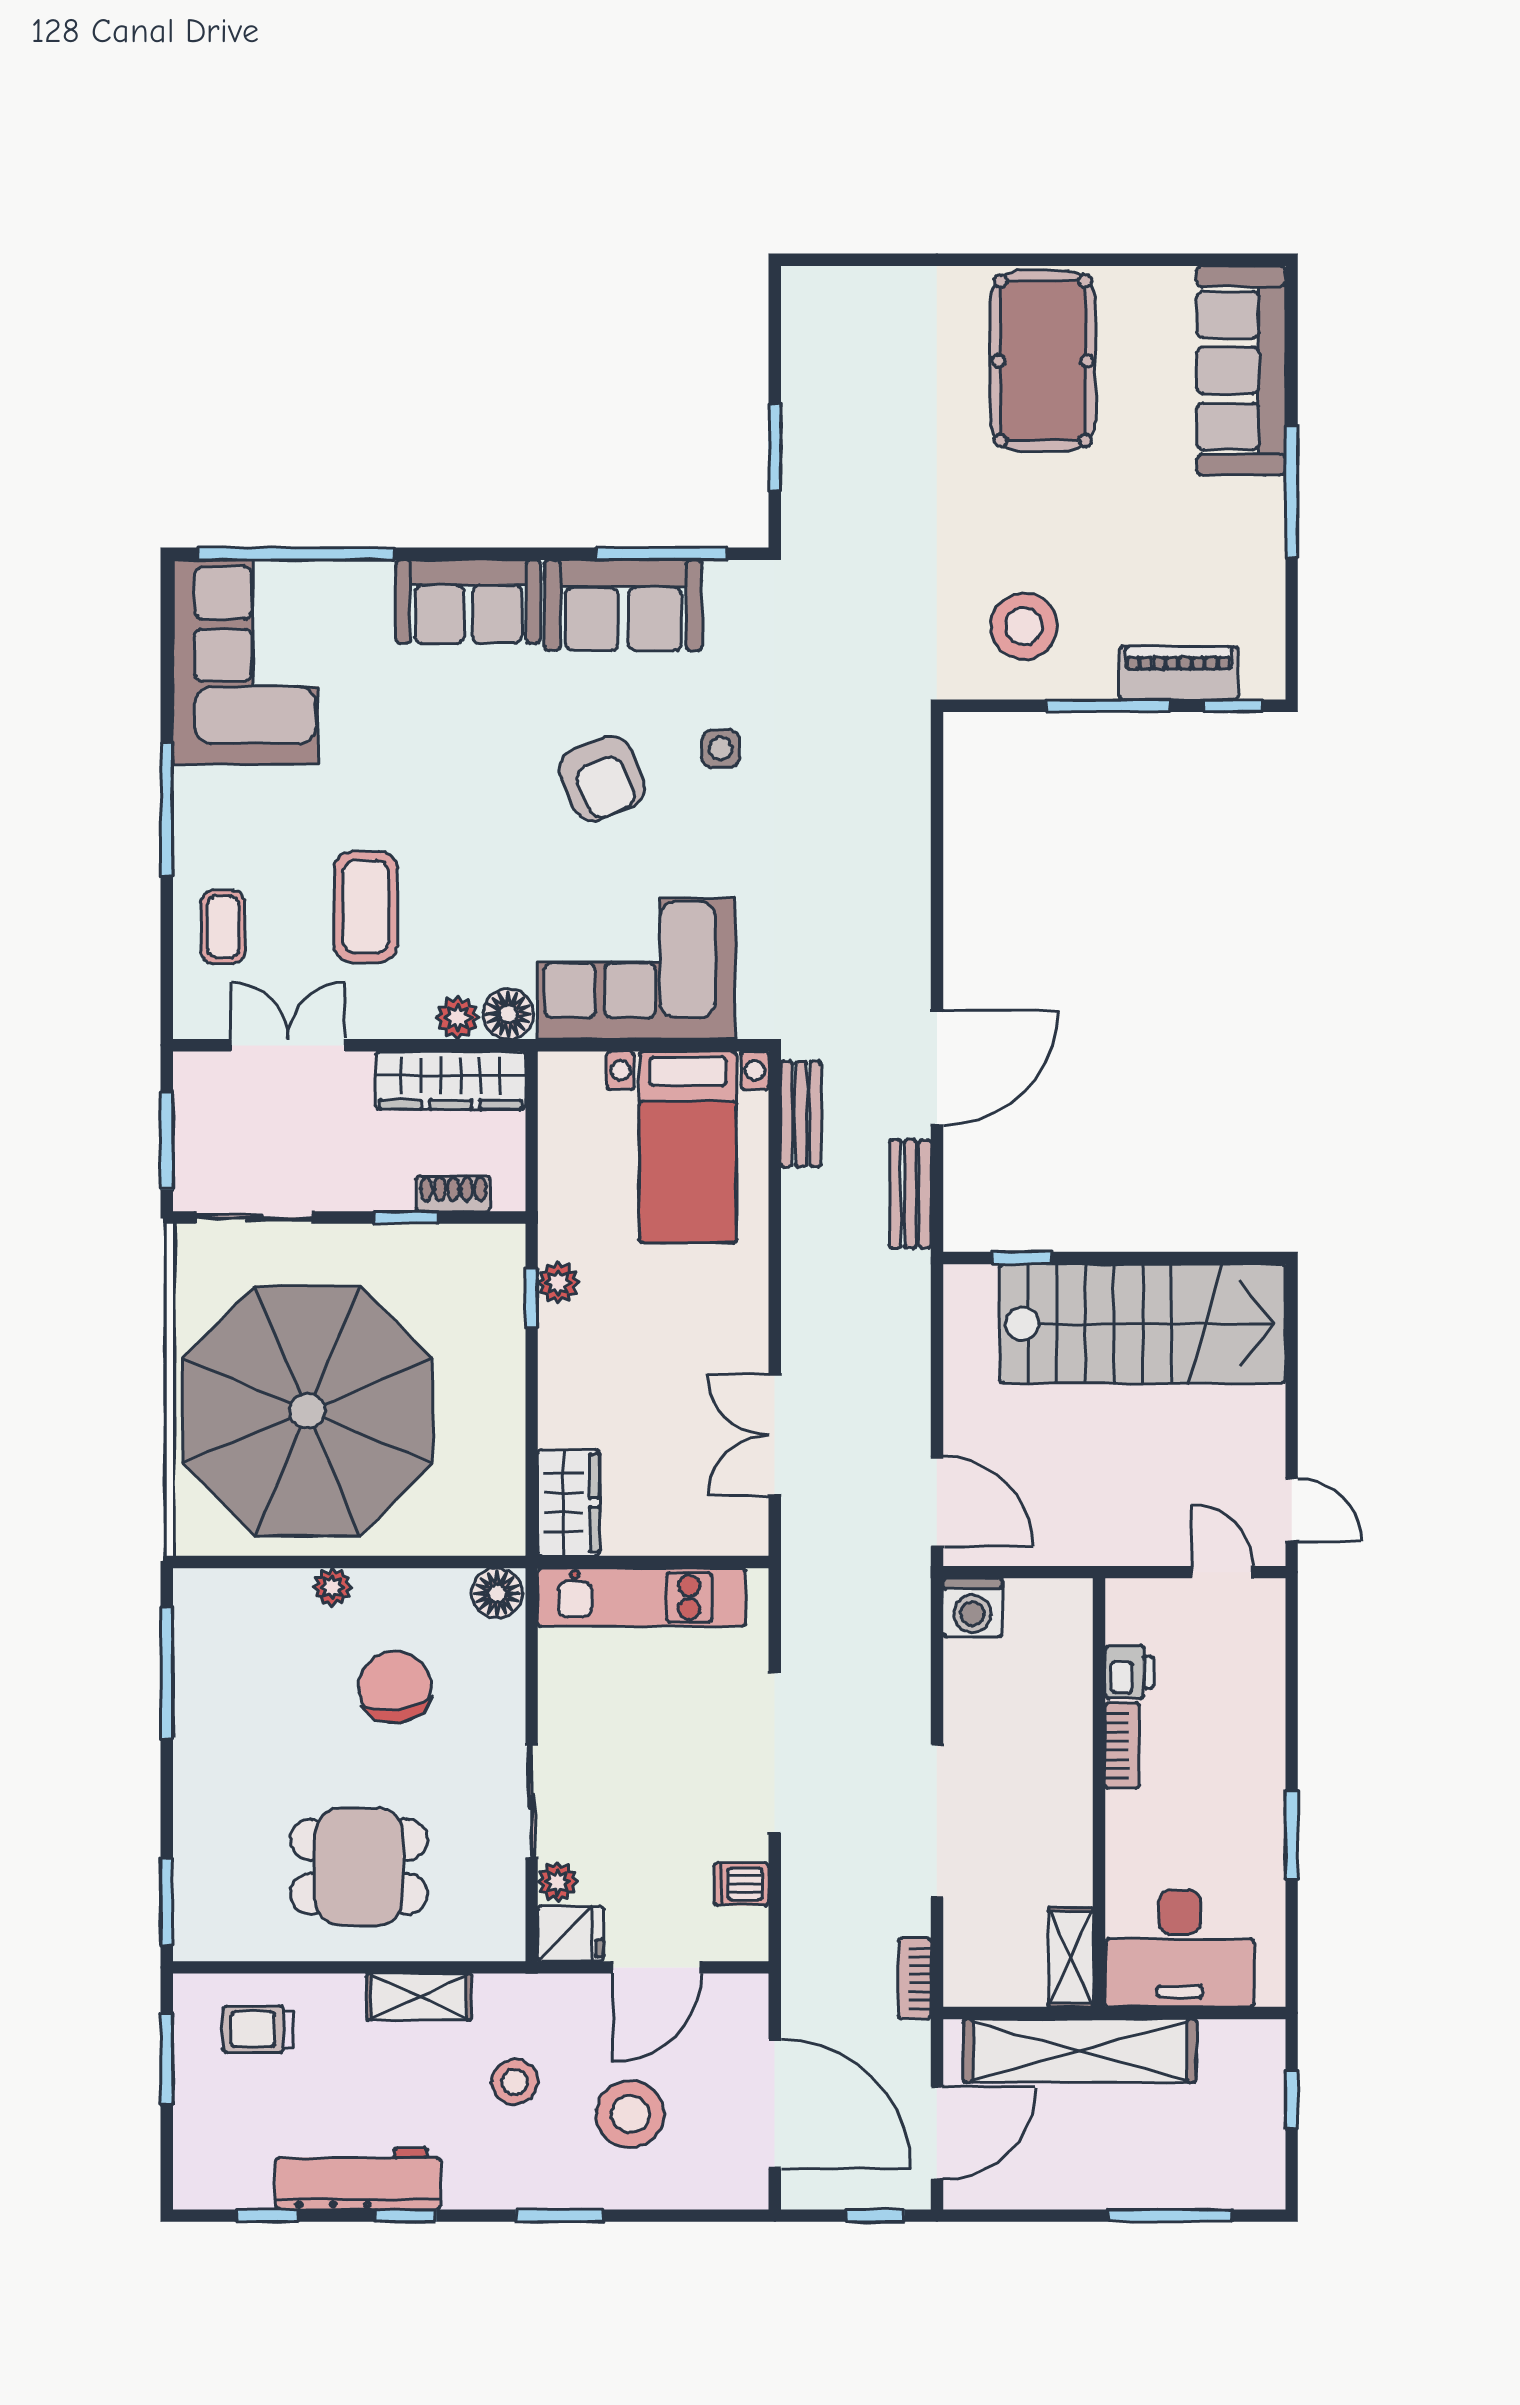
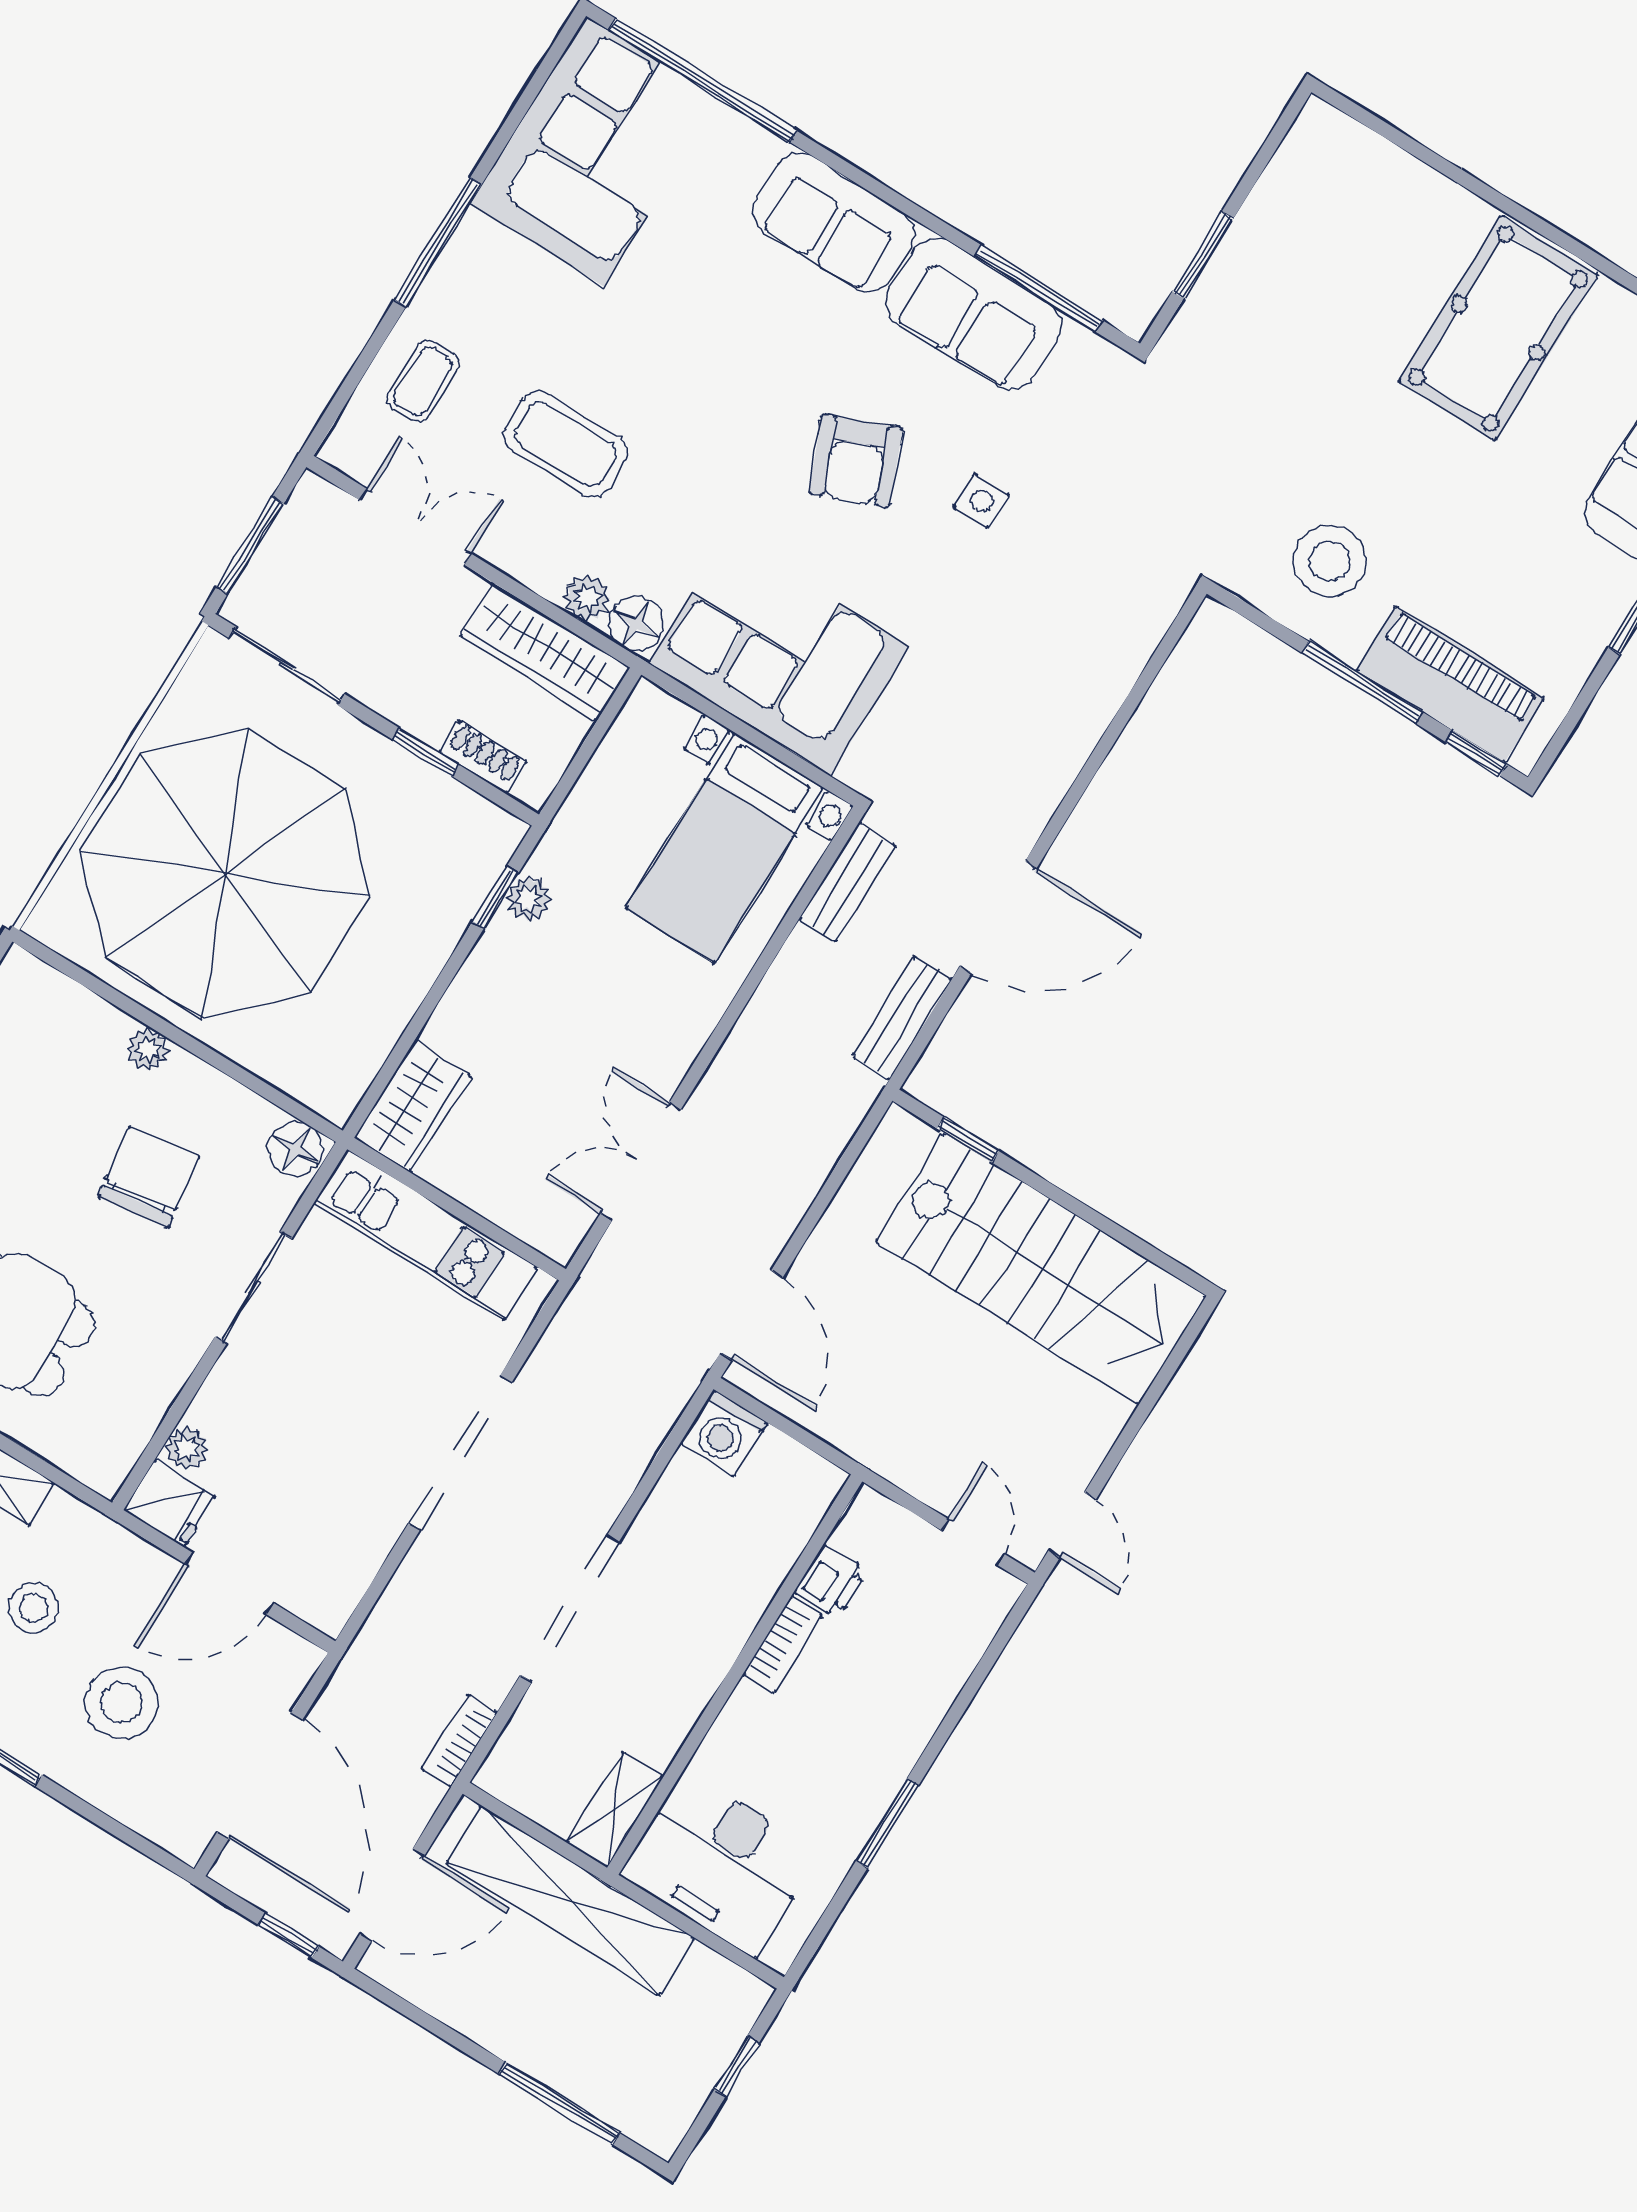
piano: (1179, 673) -> (1450, 684), width x1.37, depth x1.33
coffee table: (366, 907) -> (566, 444), turned 90
sliding door: (532, 1801) -> (253, 1288), moved
dishwasher: (741, 1884) -> (354, 1555), removed

